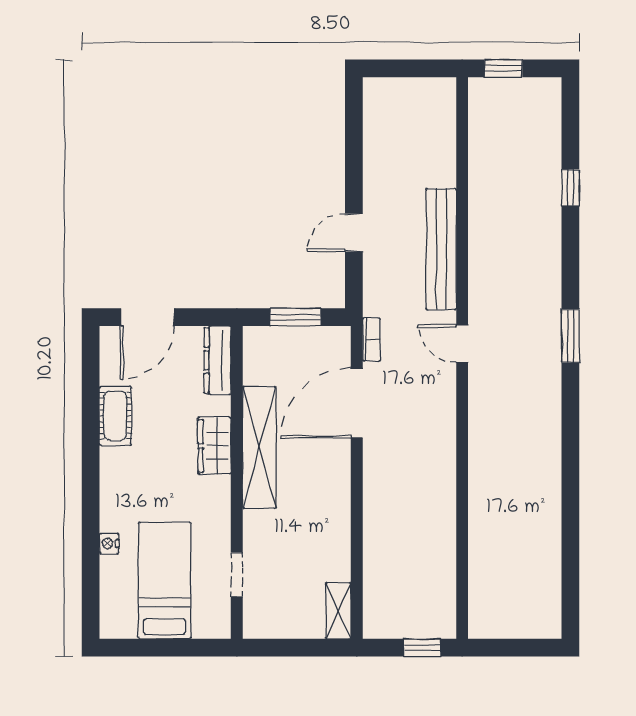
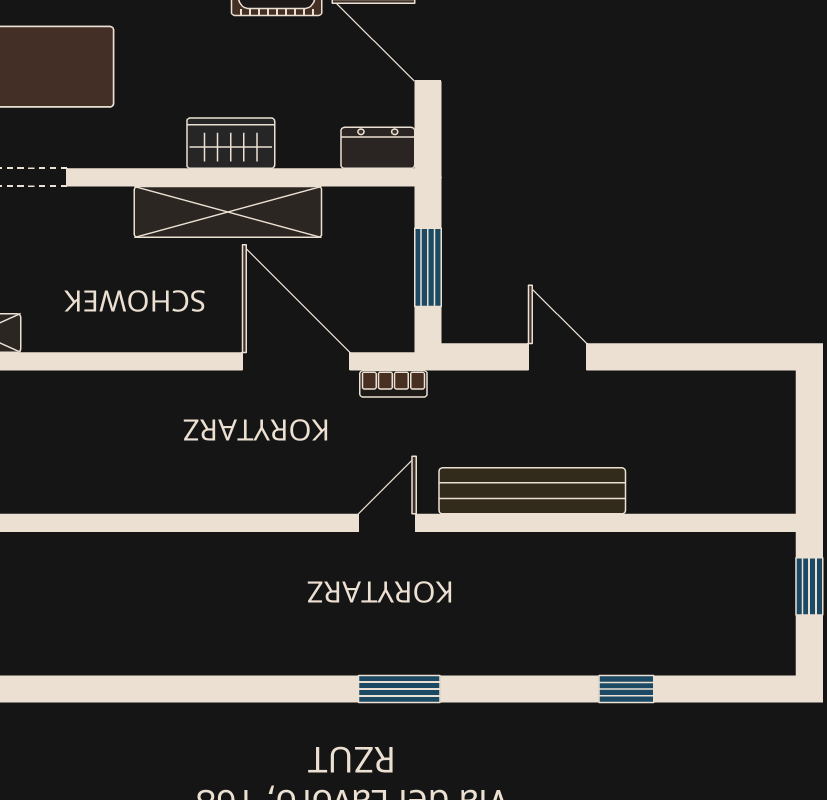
dresser: (218, 360) -> (378, 148), width x0.70

